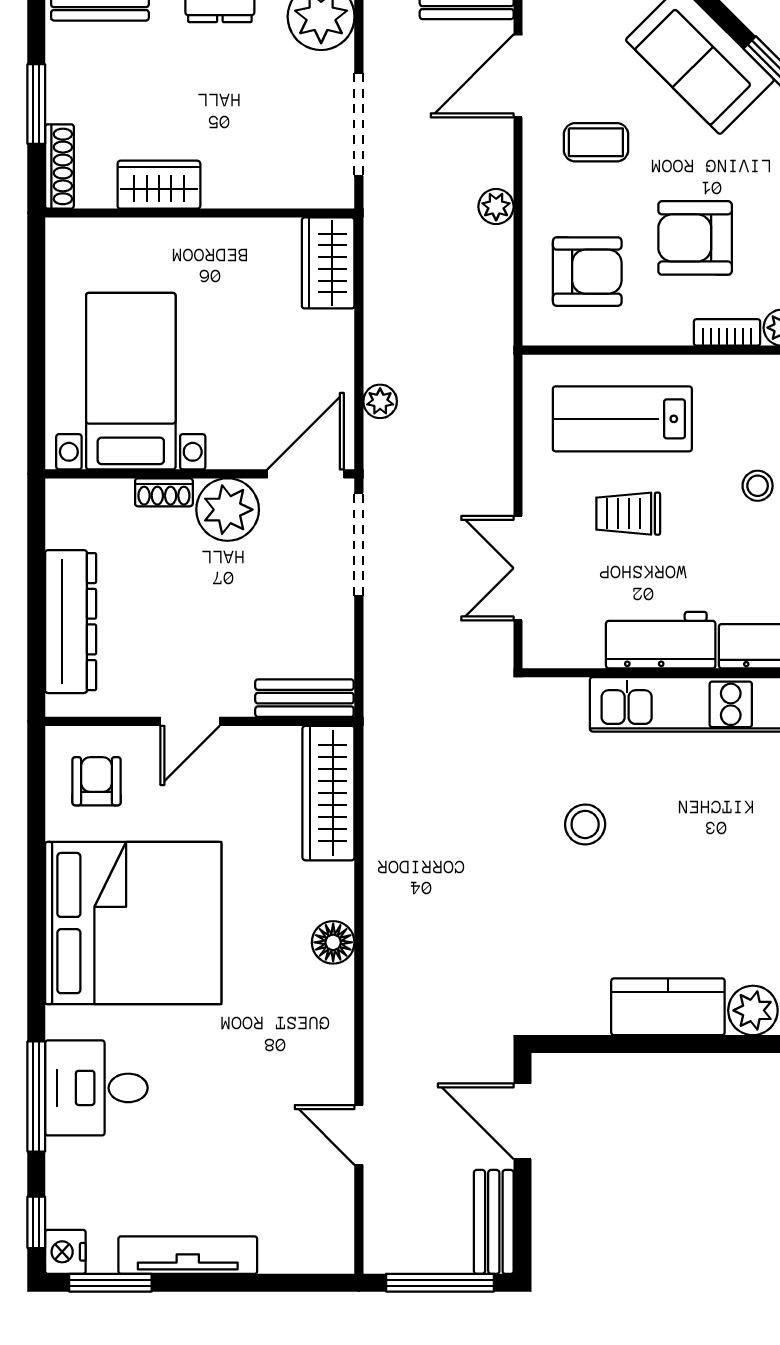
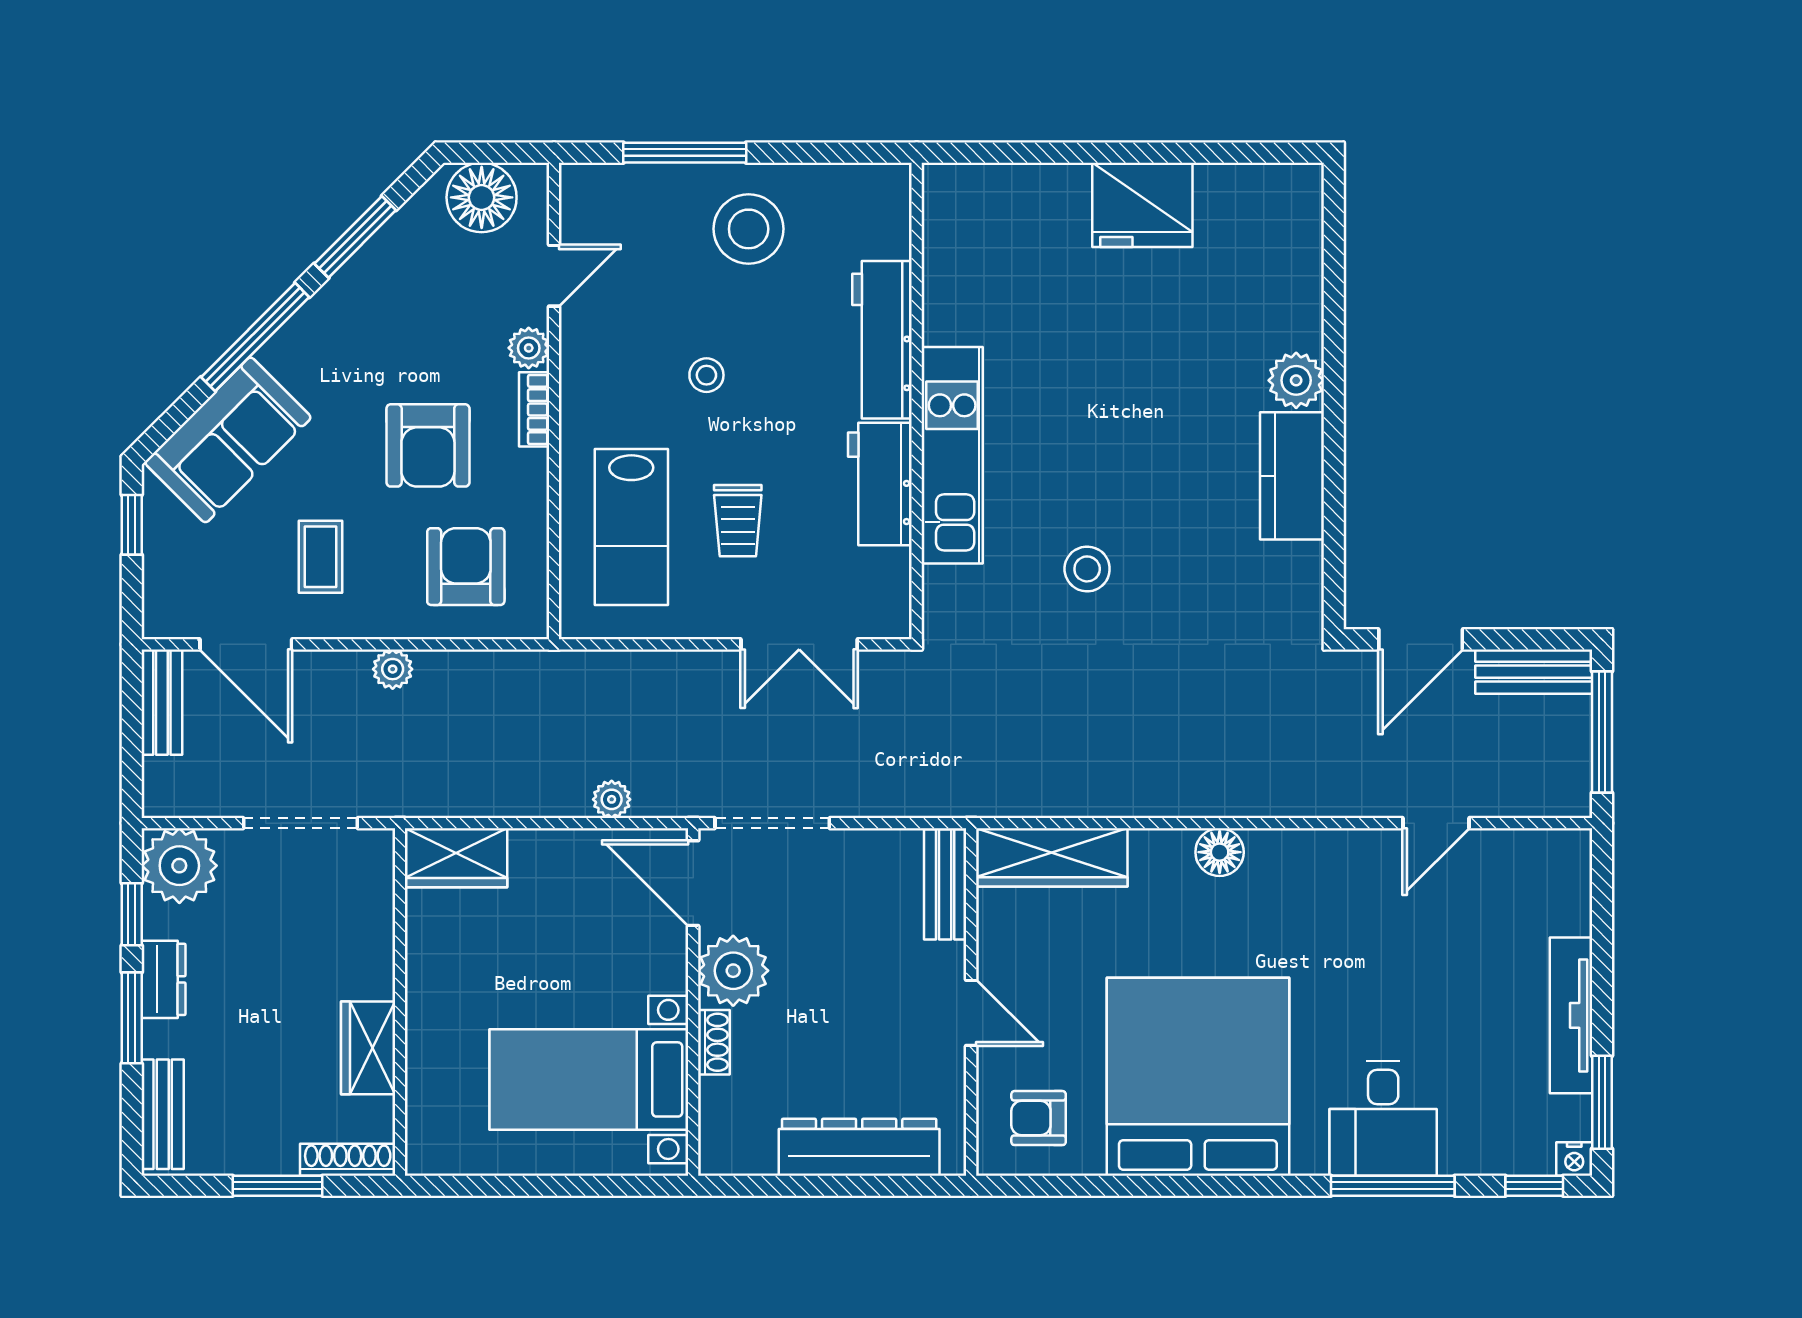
nightstand: (65, 1252) -> (1574, 1159), width x0.72, depth x0.74

